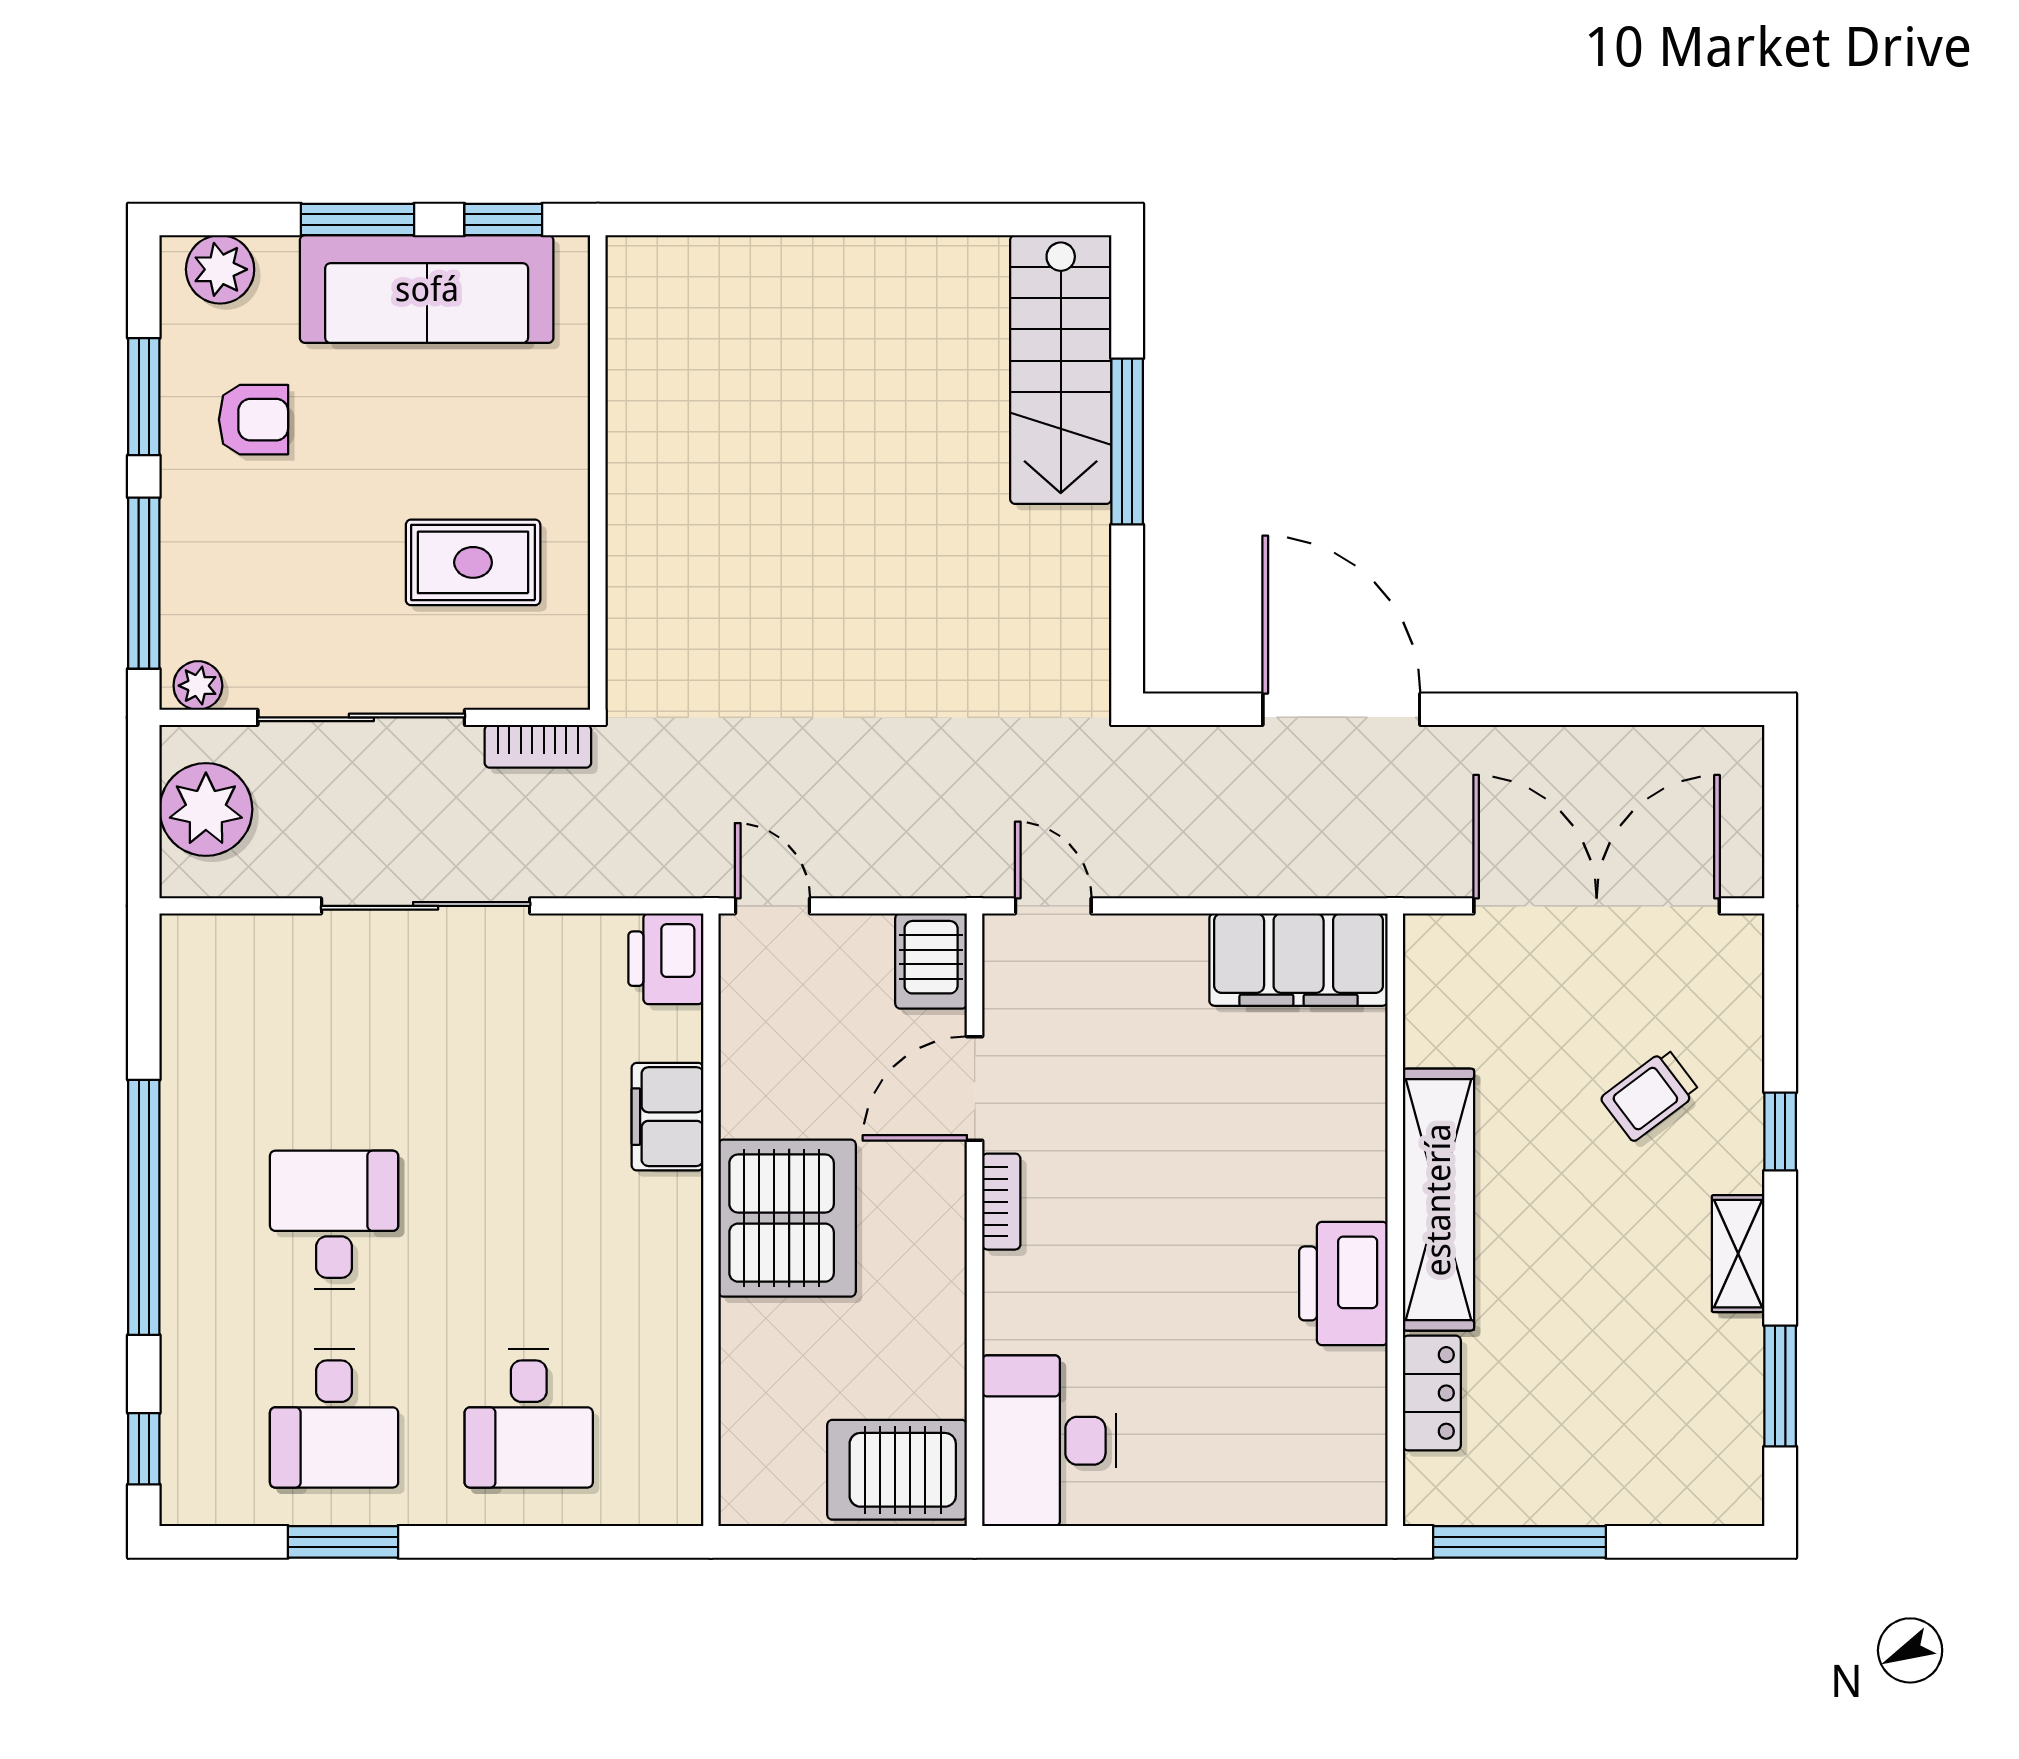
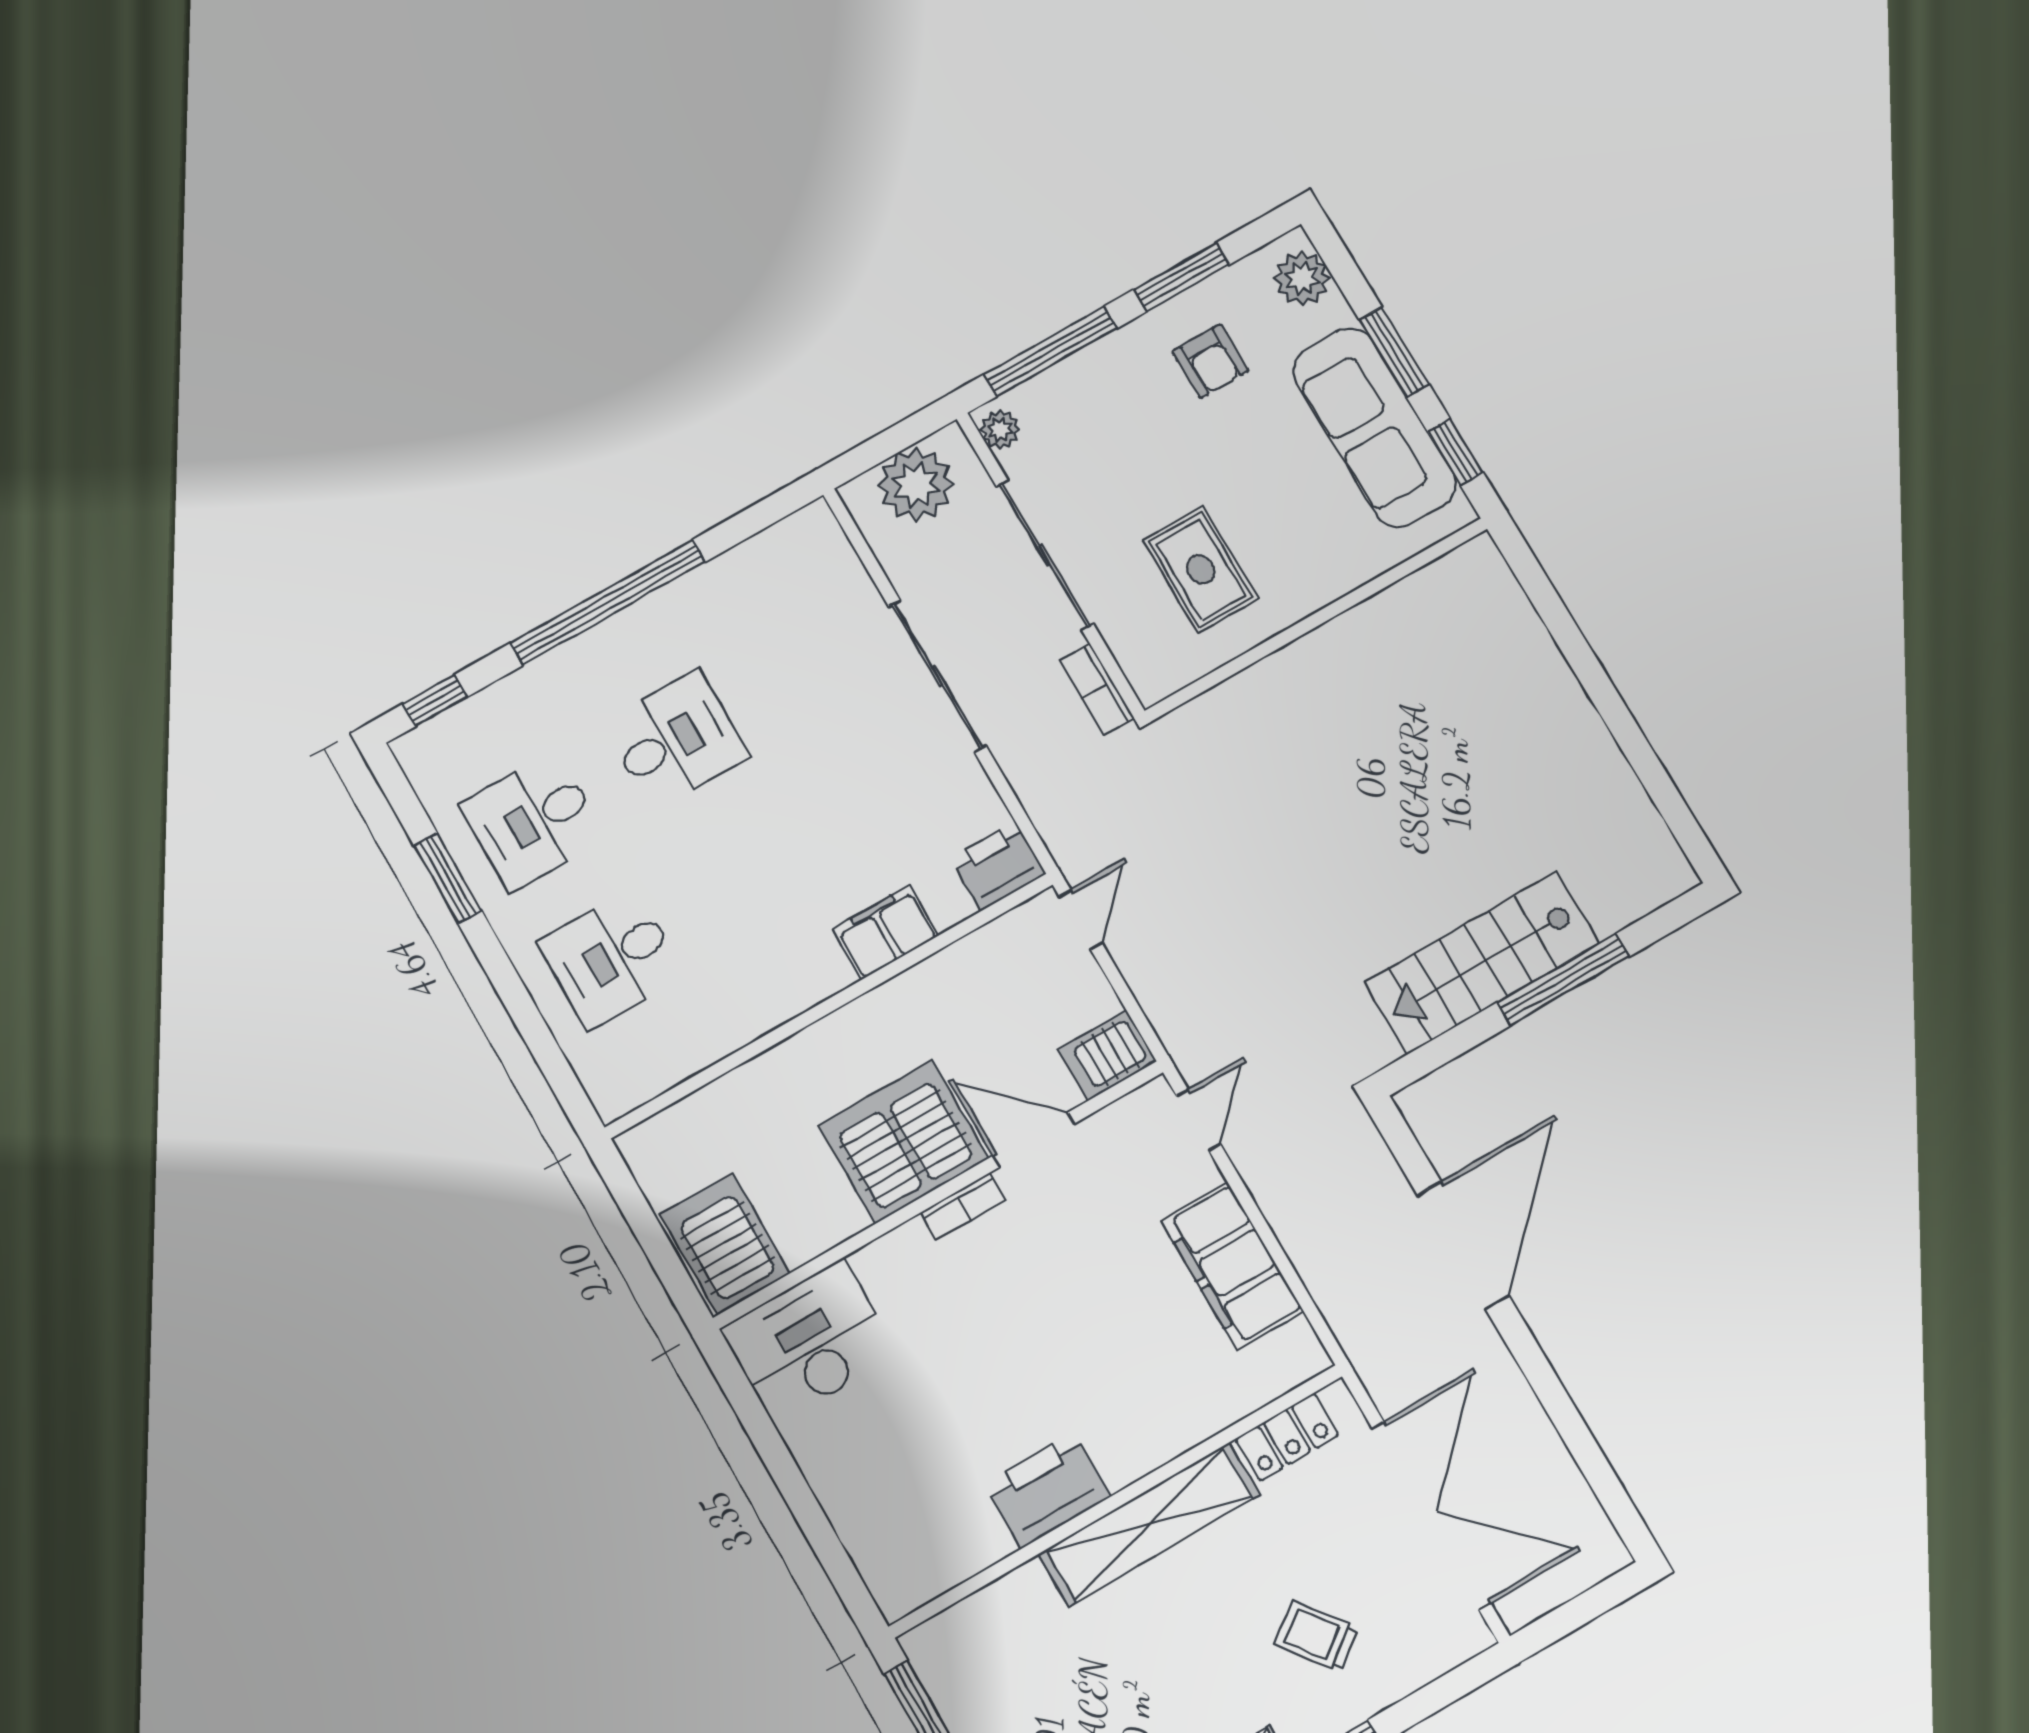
stairs: (1061, 370) -> (1482, 963), moved
filing cabinet: (1299, 960) -> (1232, 1266), moved
server rack: (787, 1218) -> (903, 1142), moved, turned 180
locker: (1432, 1393) -> (1287, 1437), moved

